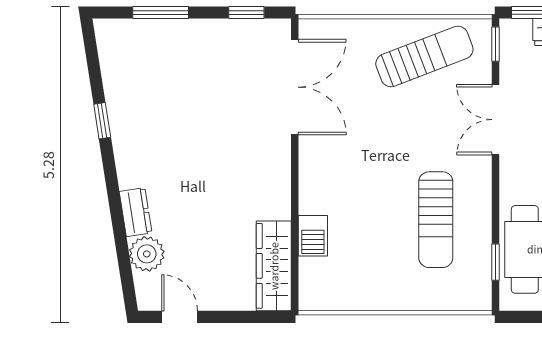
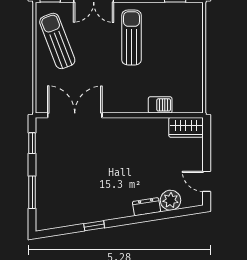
sun lounger: (436, 220) -> (131, 37), moved, turned -90
wardrobe: (274, 266) -> (186, 127), width x0.67
door: (180, 317) -> (207, 181), hinge flipped

